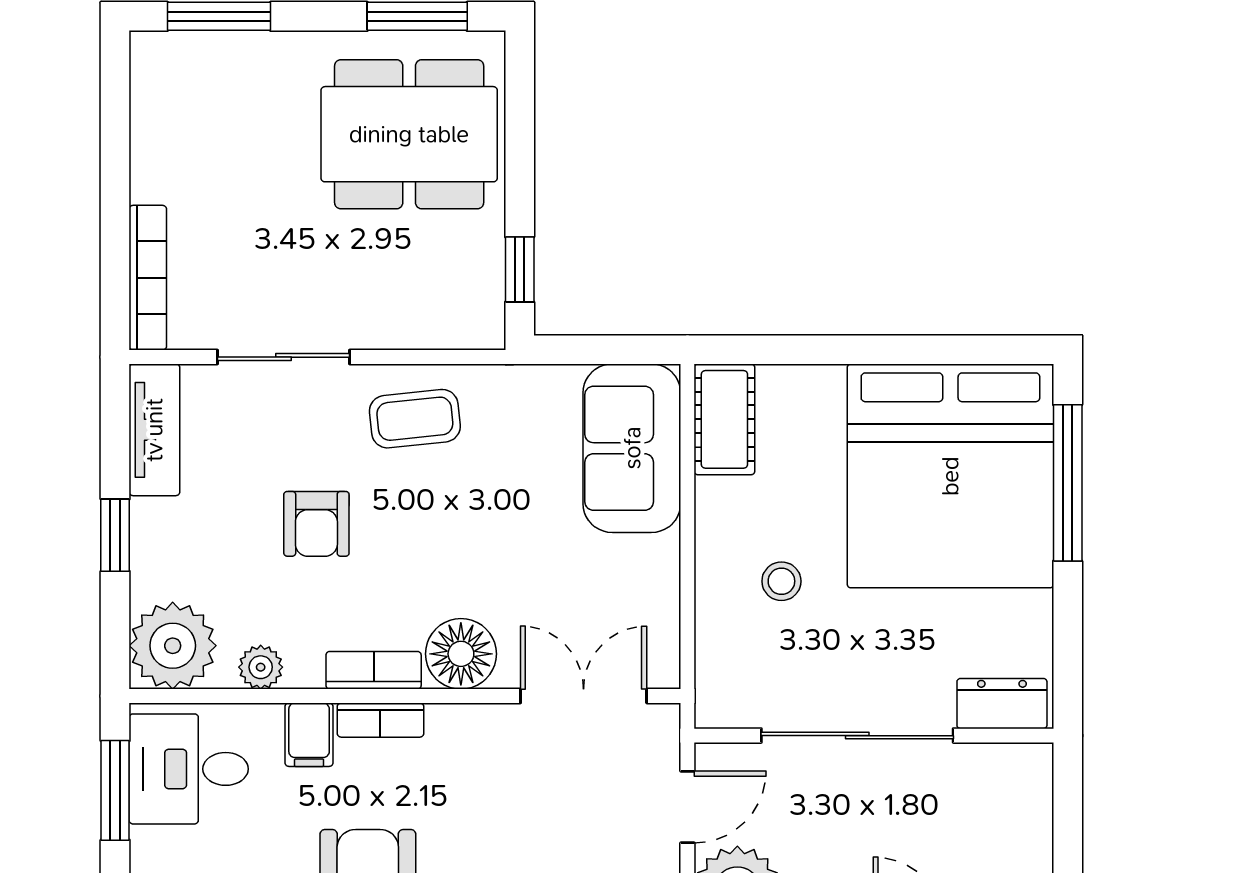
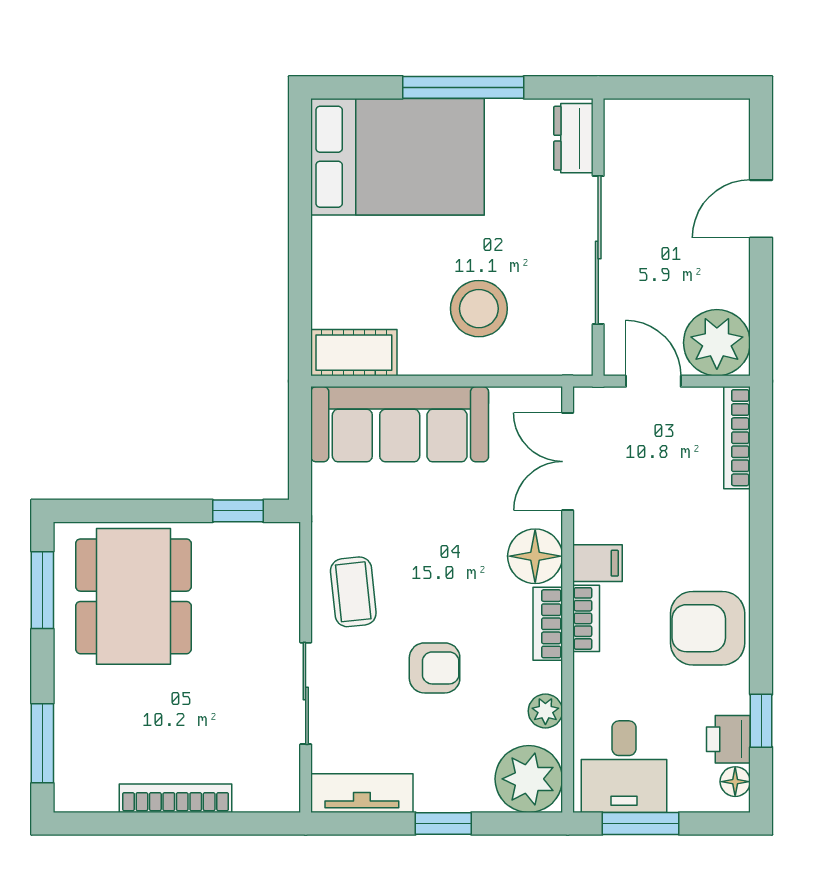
bookcase: (148, 278) -> (176, 798), moved
sofa: (632, 448) -> (400, 424), width x1.36
bed: (950, 476) -> (398, 157), width x0.73
window: (1068, 483) -> (463, 87), moved
stool: (781, 581) -> (479, 309), width x1.89, depth x1.89
filing cabinet: (309, 735) -> (597, 563), moved

